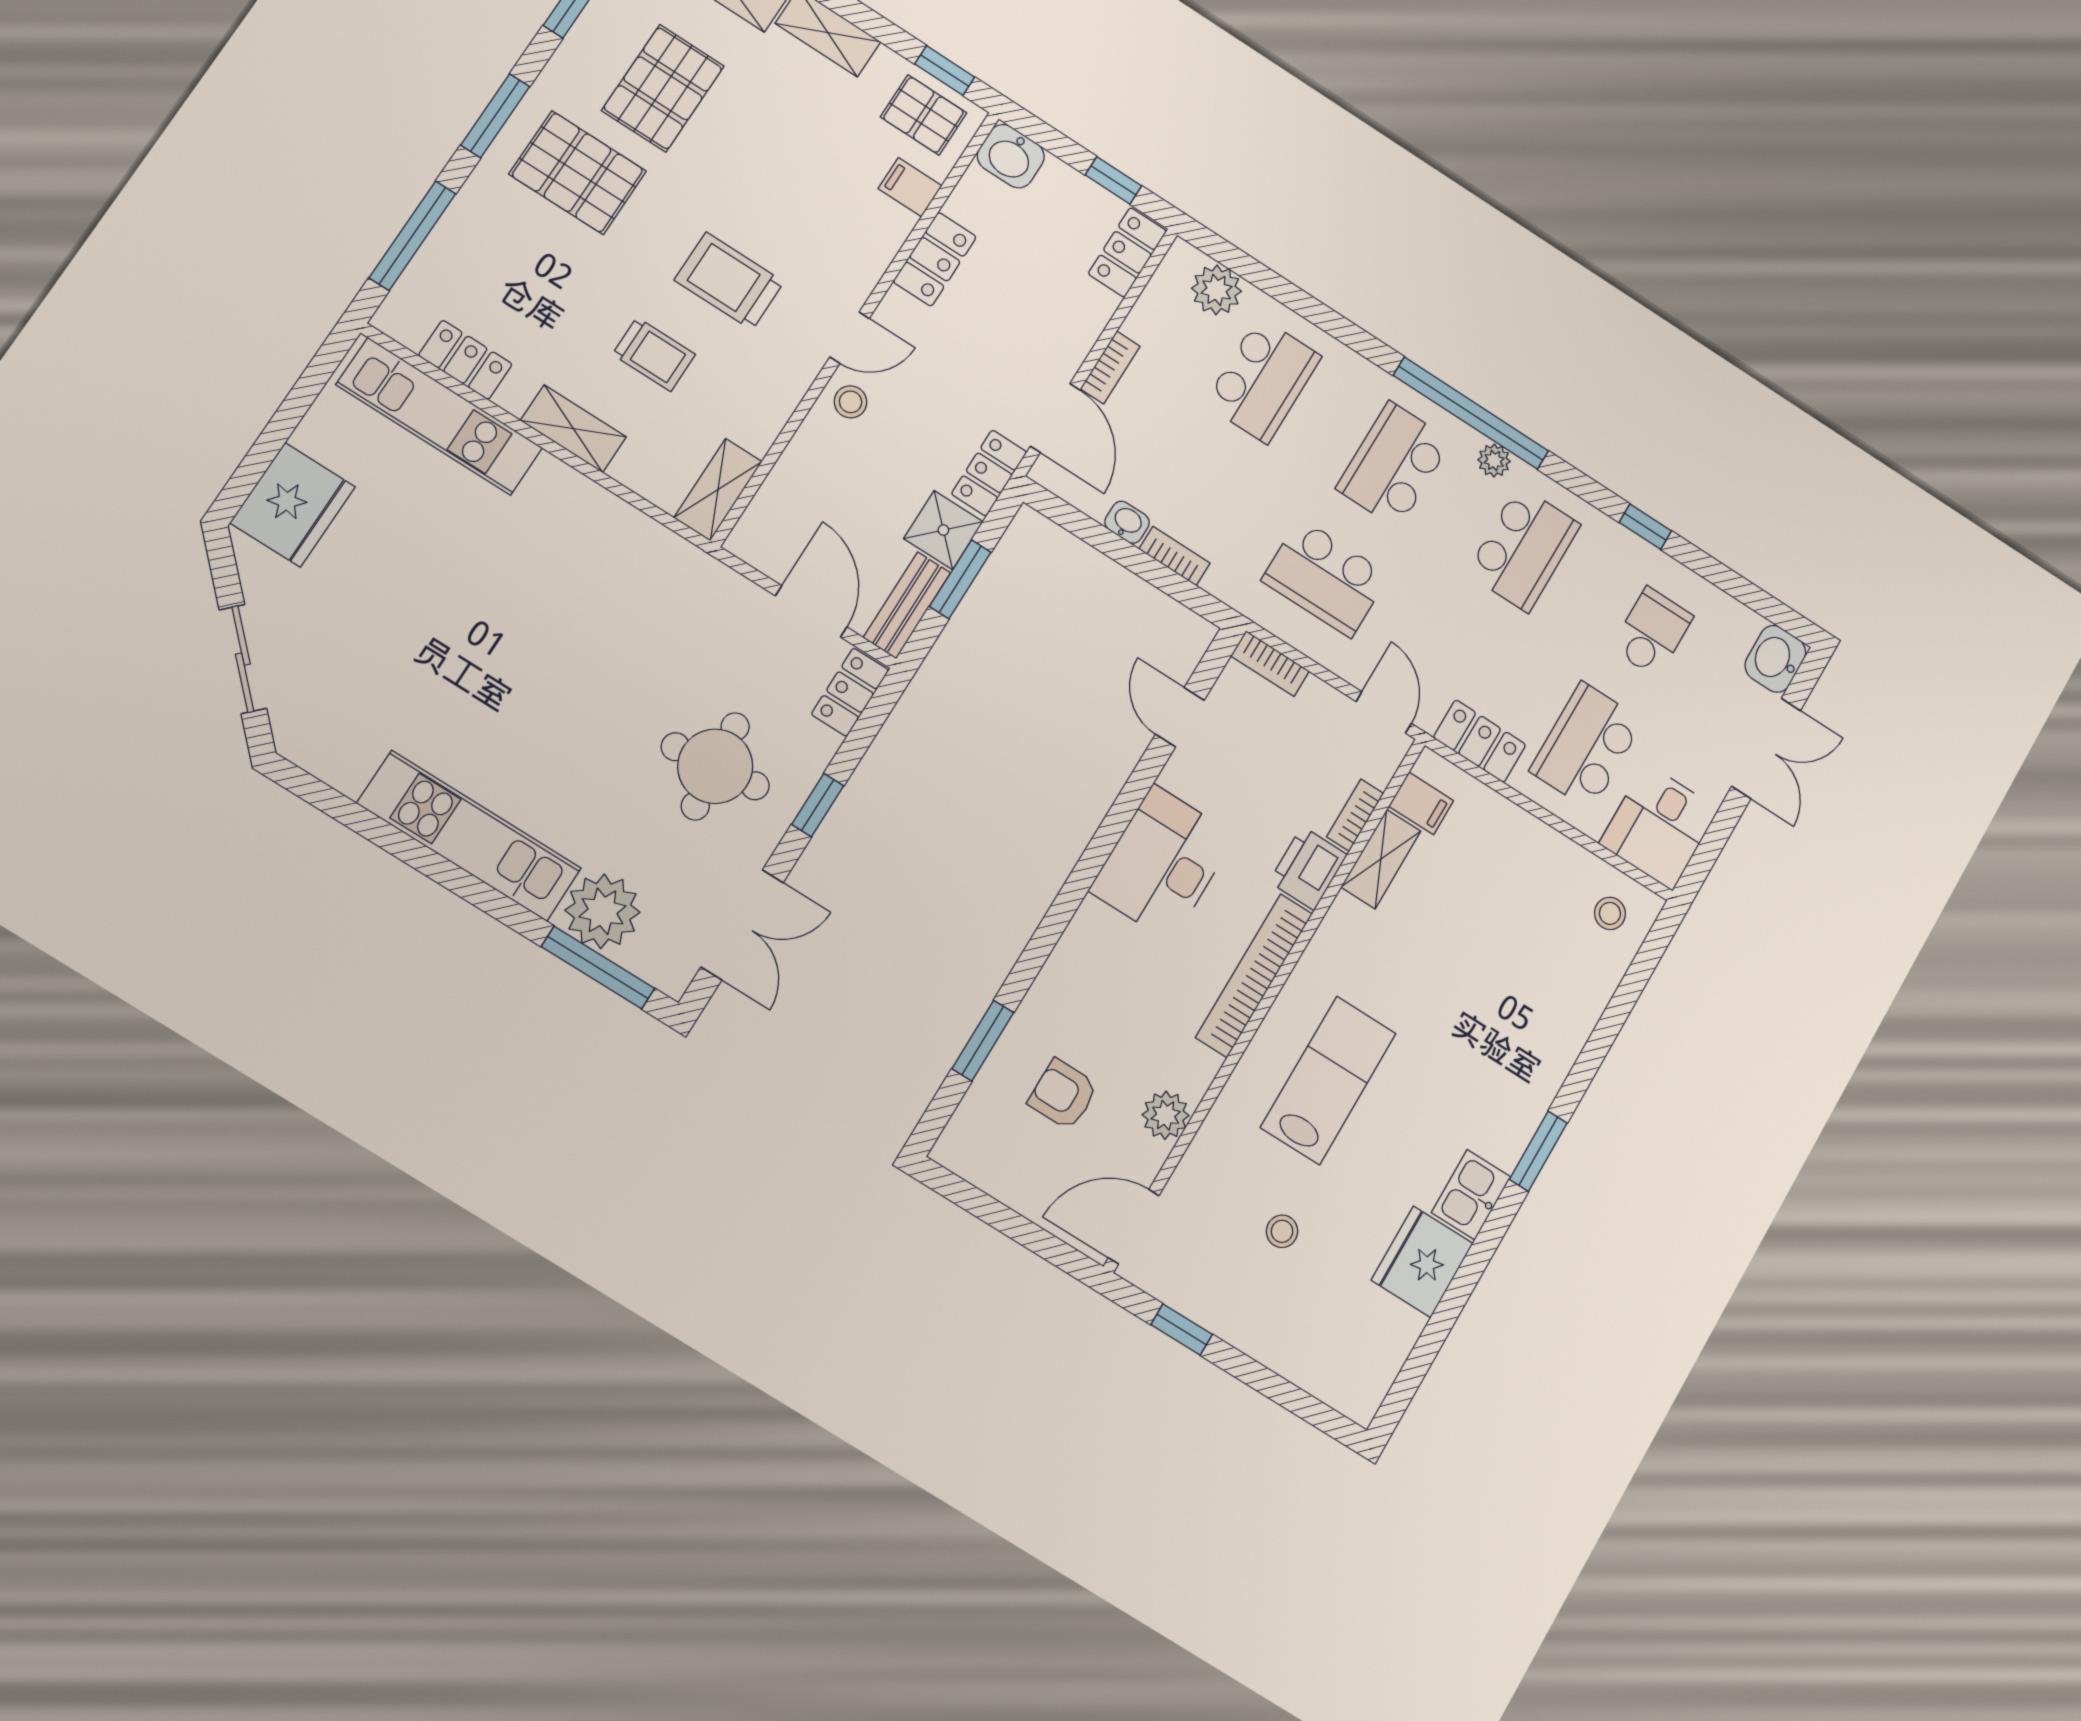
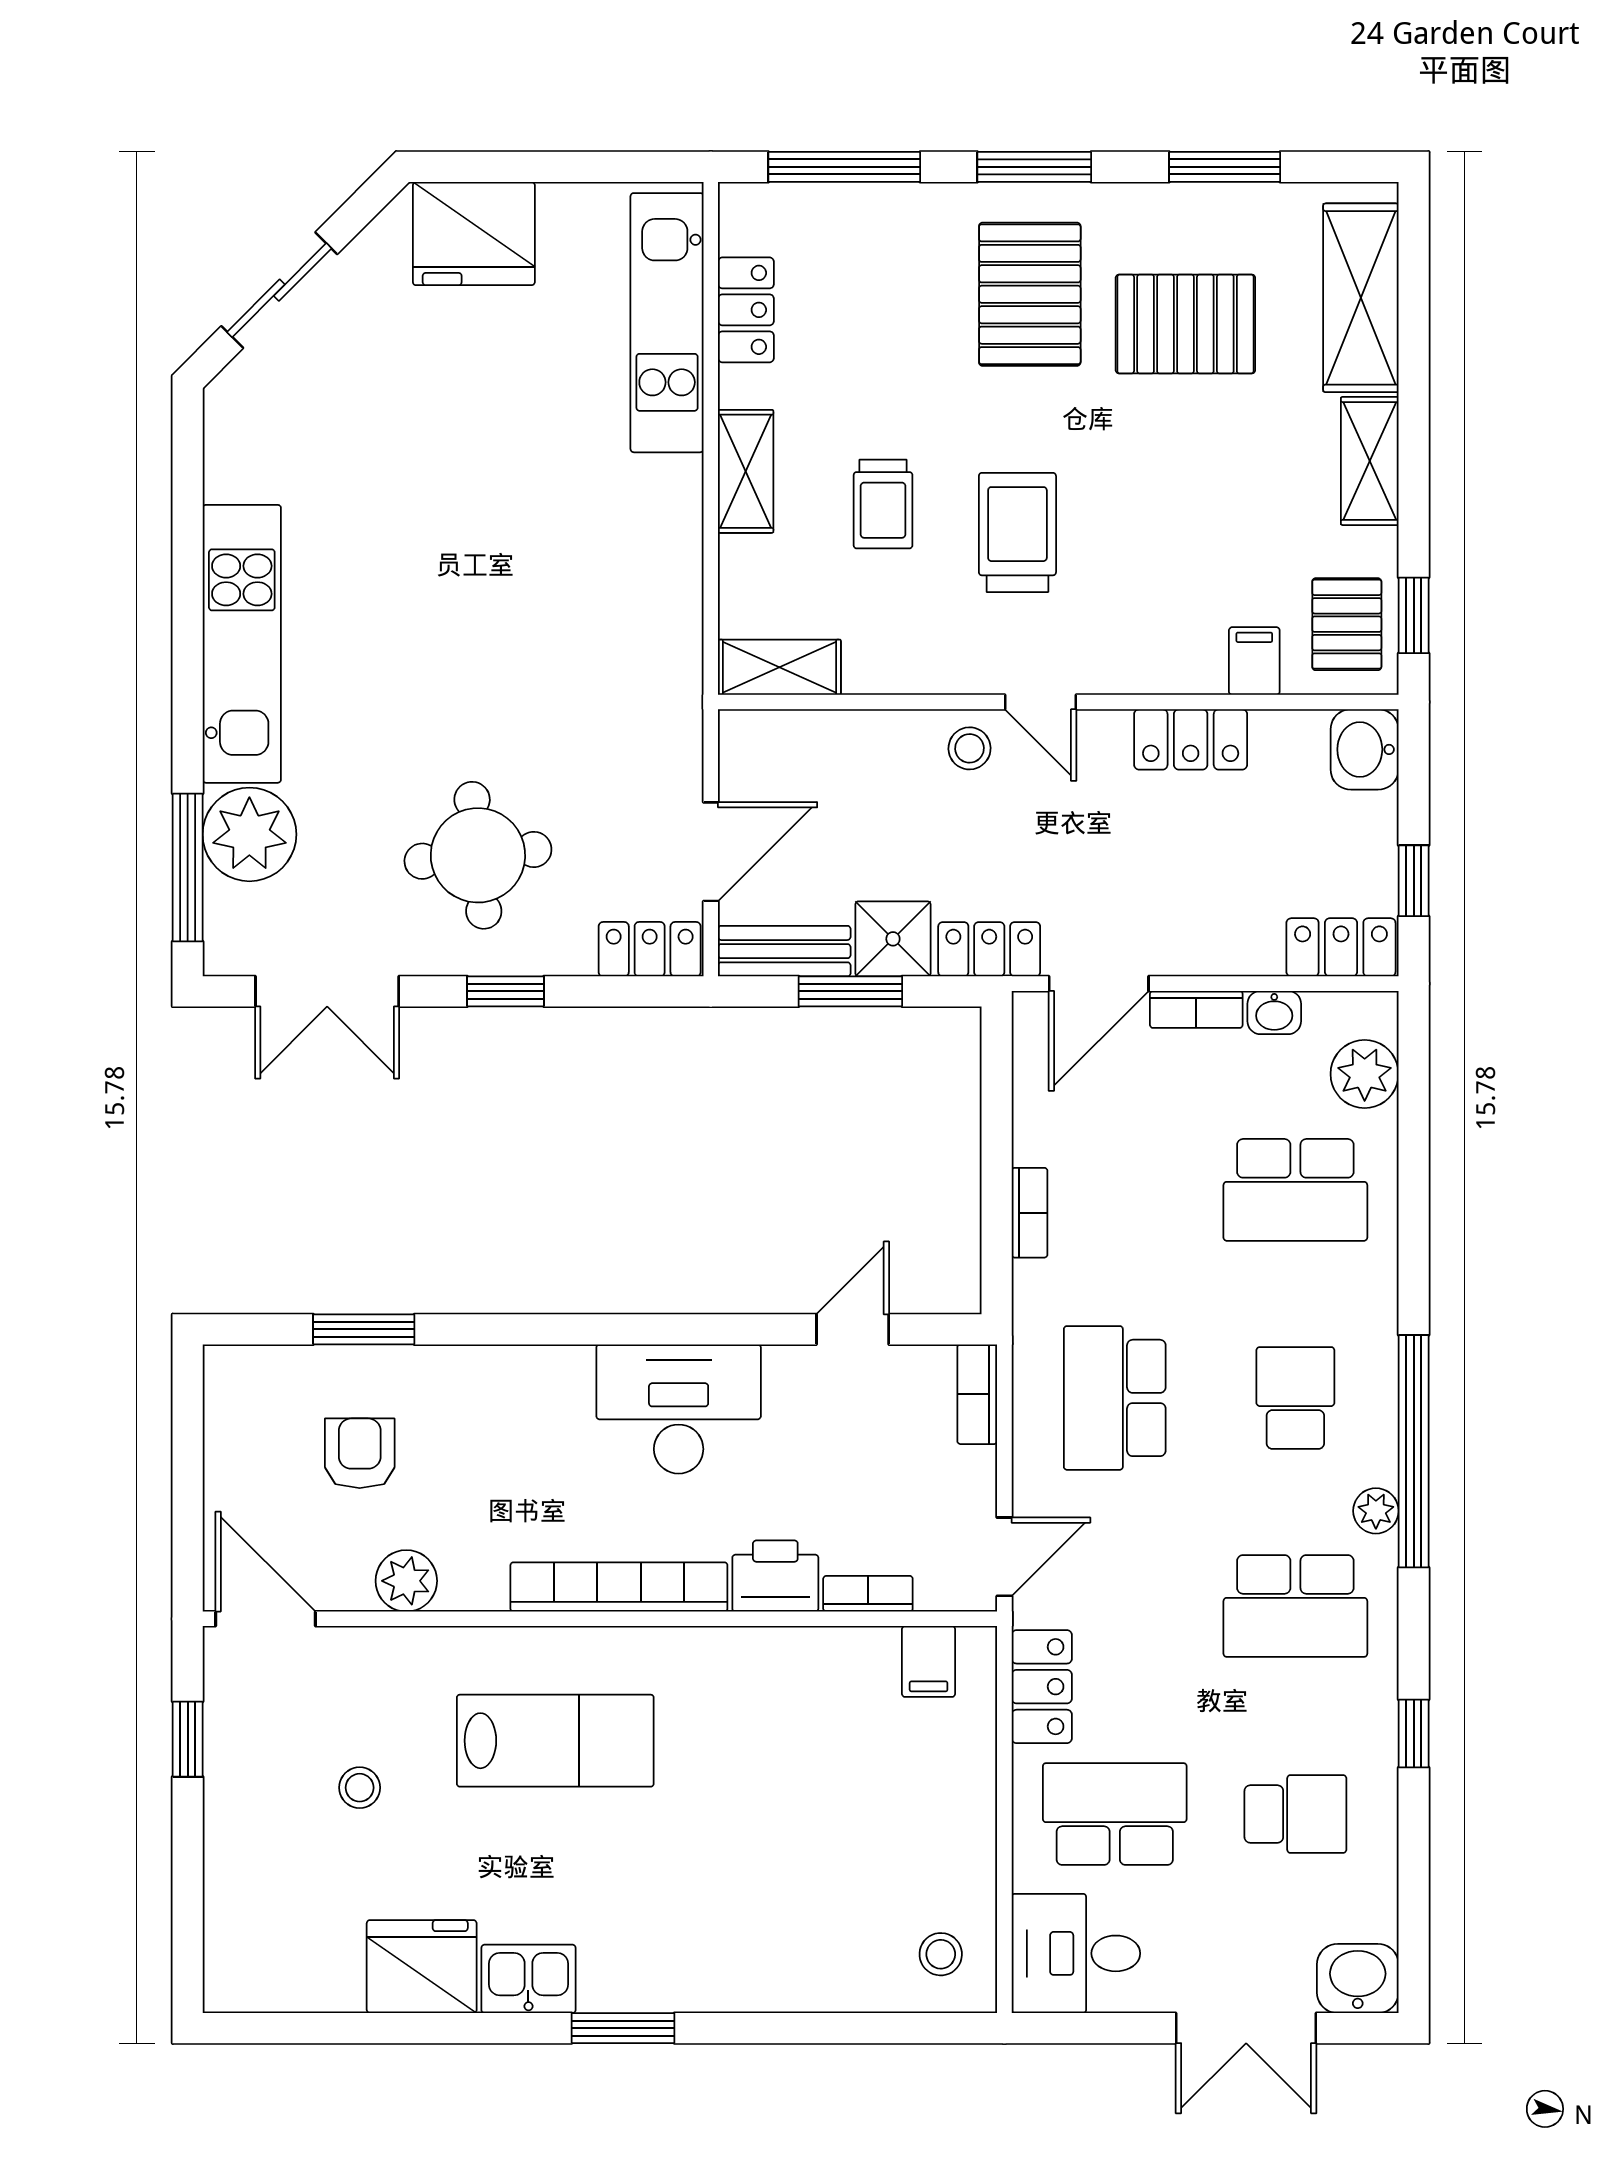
school desk: (1394, 465) -> (1295, 1398), width x0.54
washbasin: (1127, 522) -> (1274, 1013), moved, turned 90
shelving: (1381, 859) -> (837, 1653), removed

